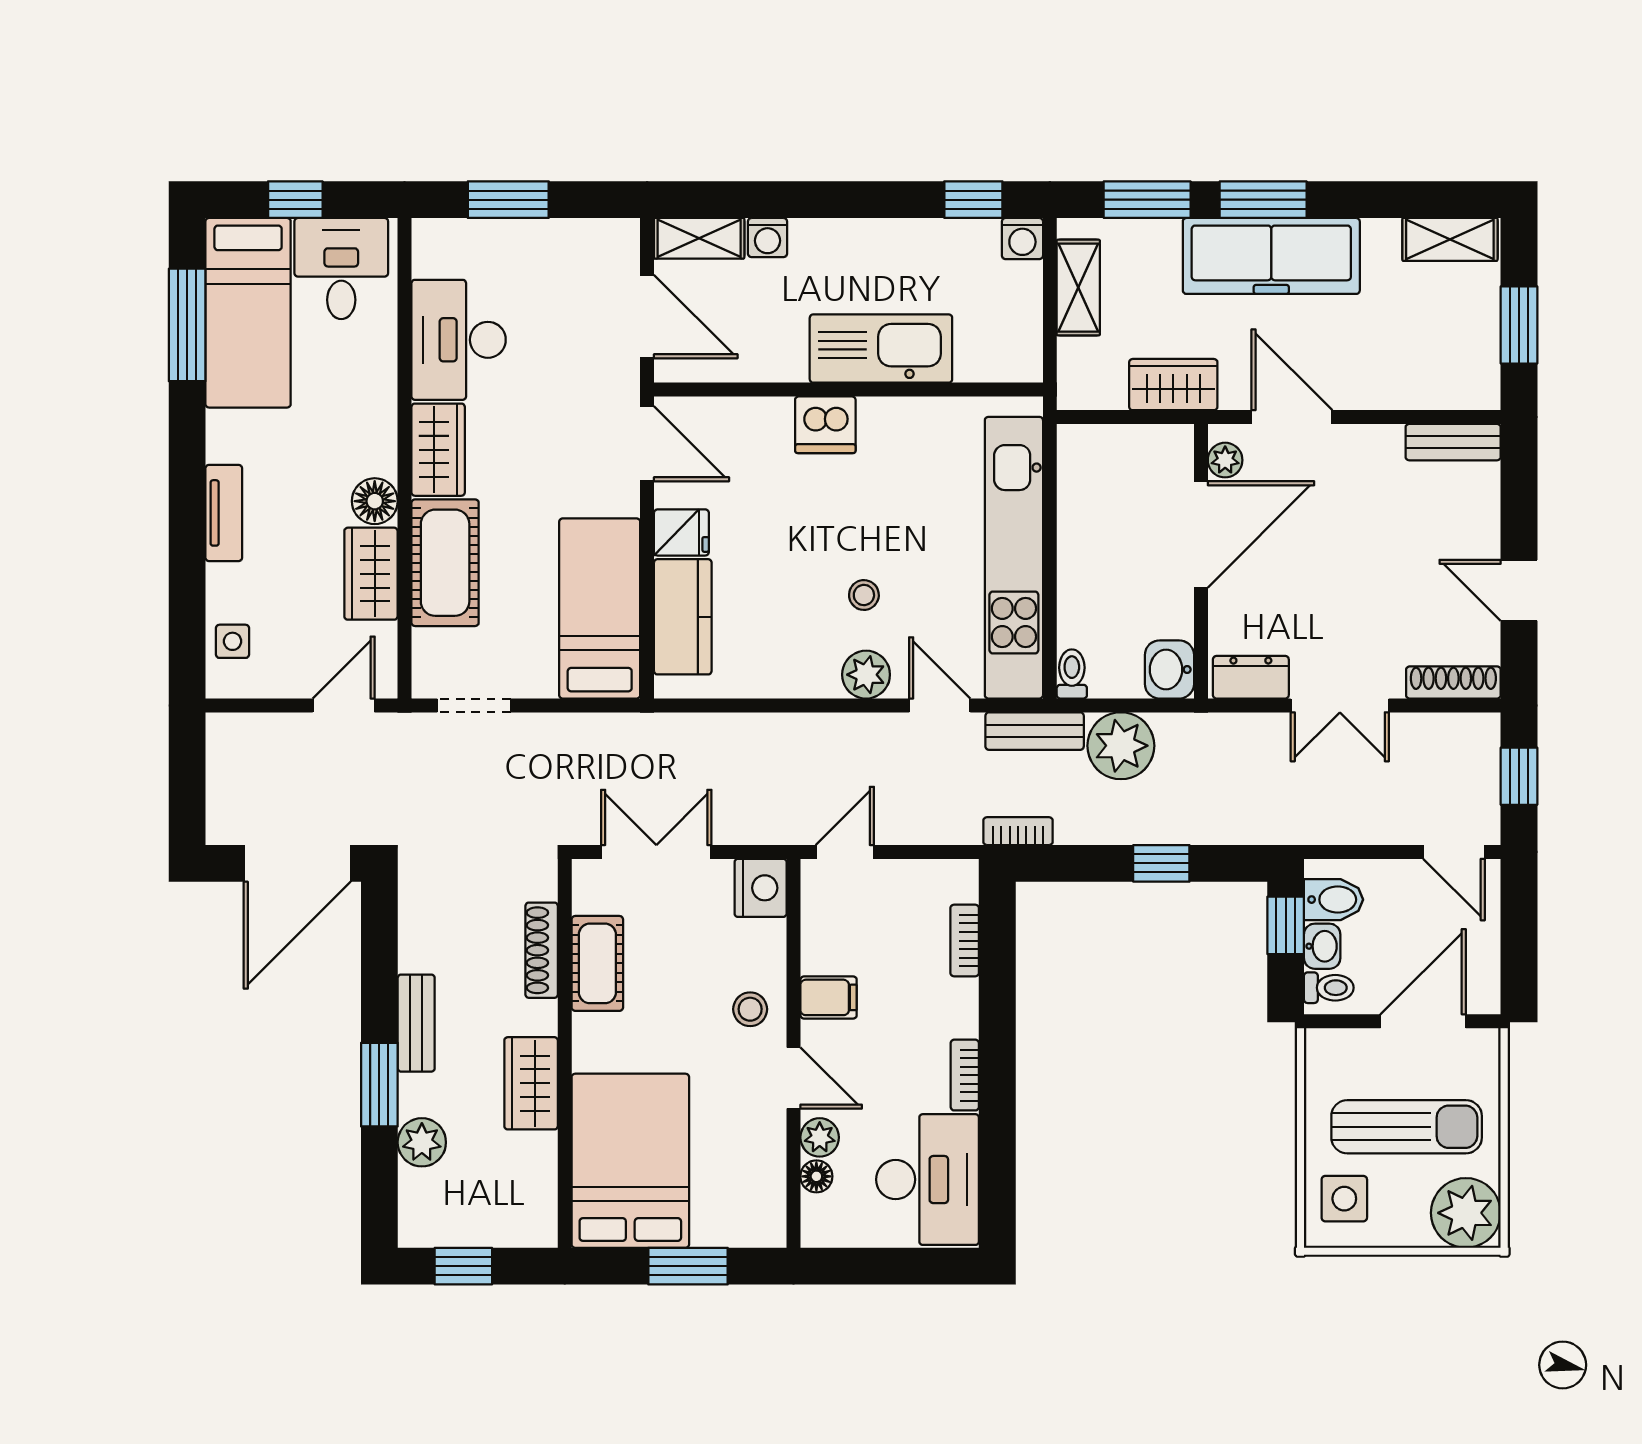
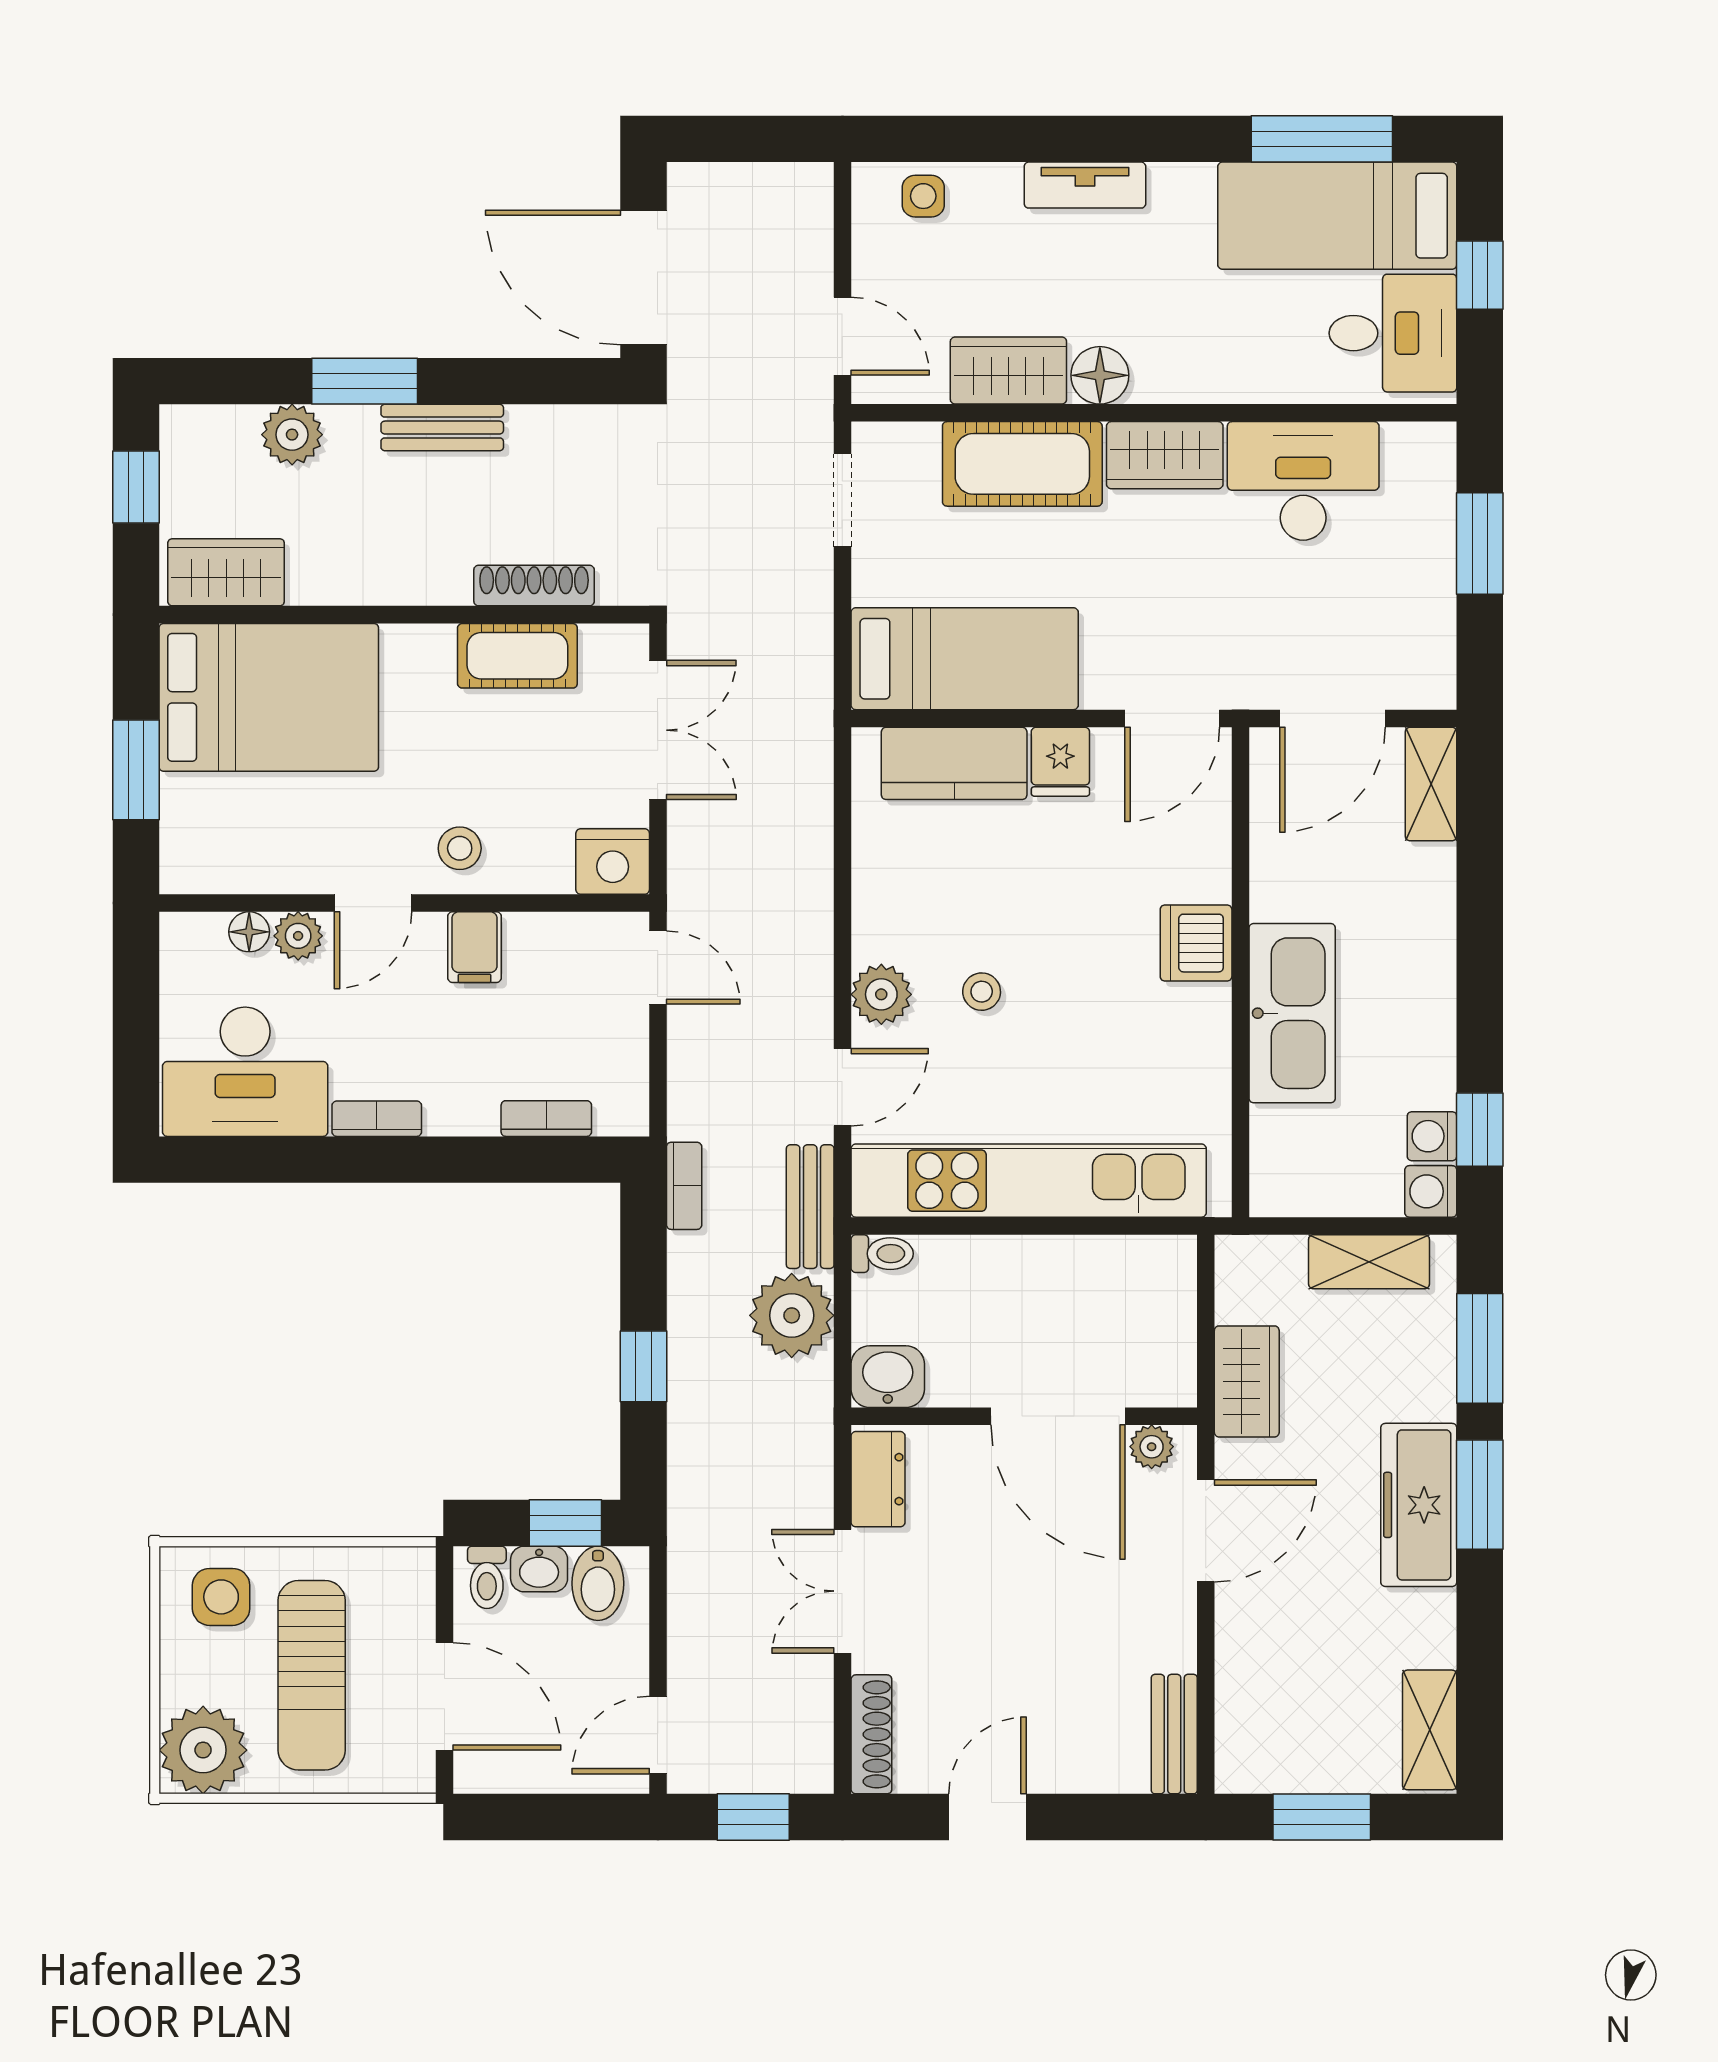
washing machine: (768, 238) -> (1432, 1136), moved
freezer: (1271, 256) -> (1419, 1505), width x0.73, depth x0.79
wardrobe: (531, 1083) -> (226, 572), moved

